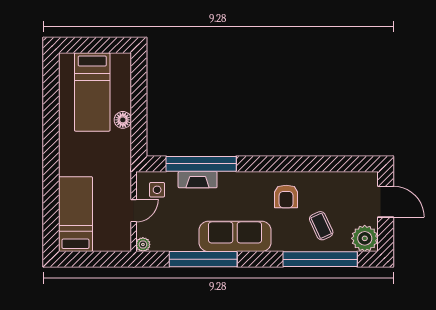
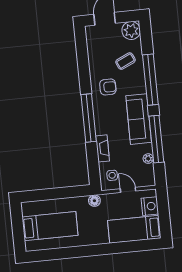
floor lamp: (123, 120) -> (94, 201), moved
window: (201, 164) -> (89, 118), moved
nightstand: (107, 240) -> (150, 206), added
plant: (143, 244) -> (148, 159), moved
window: (320, 259) -> (150, 80), moved

